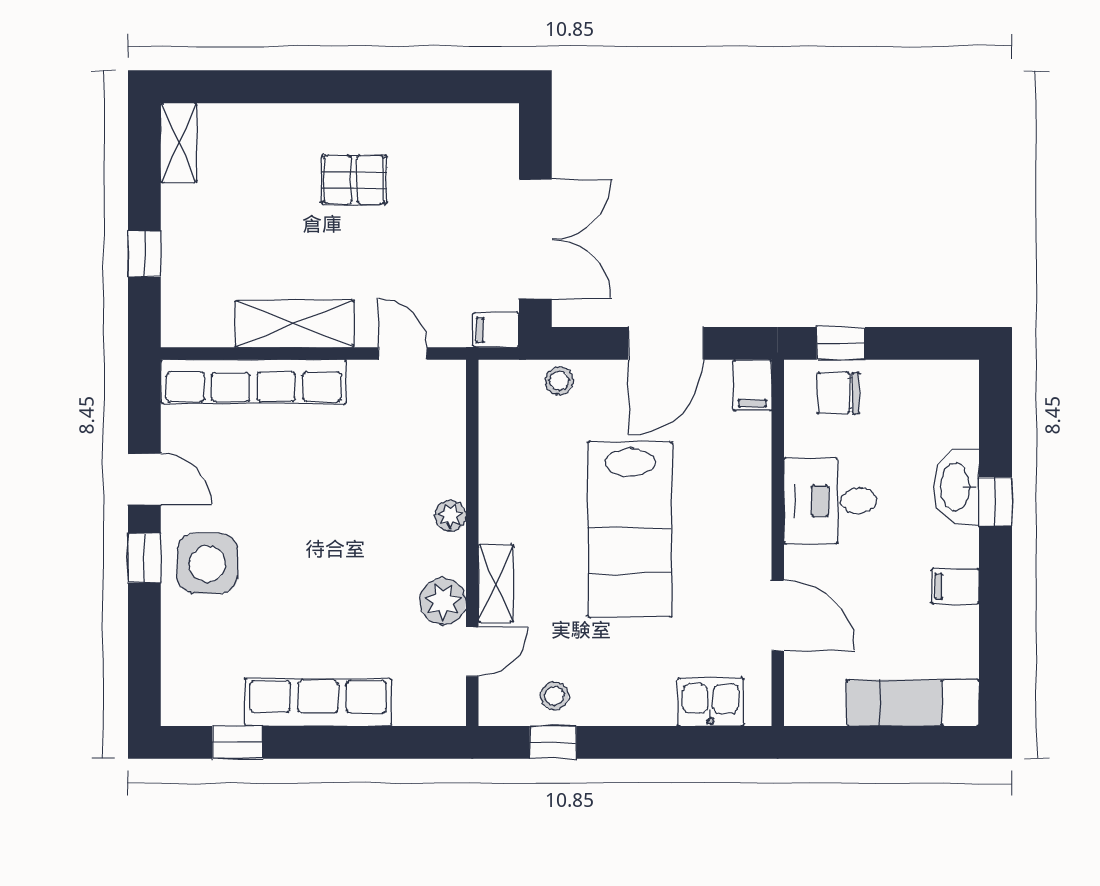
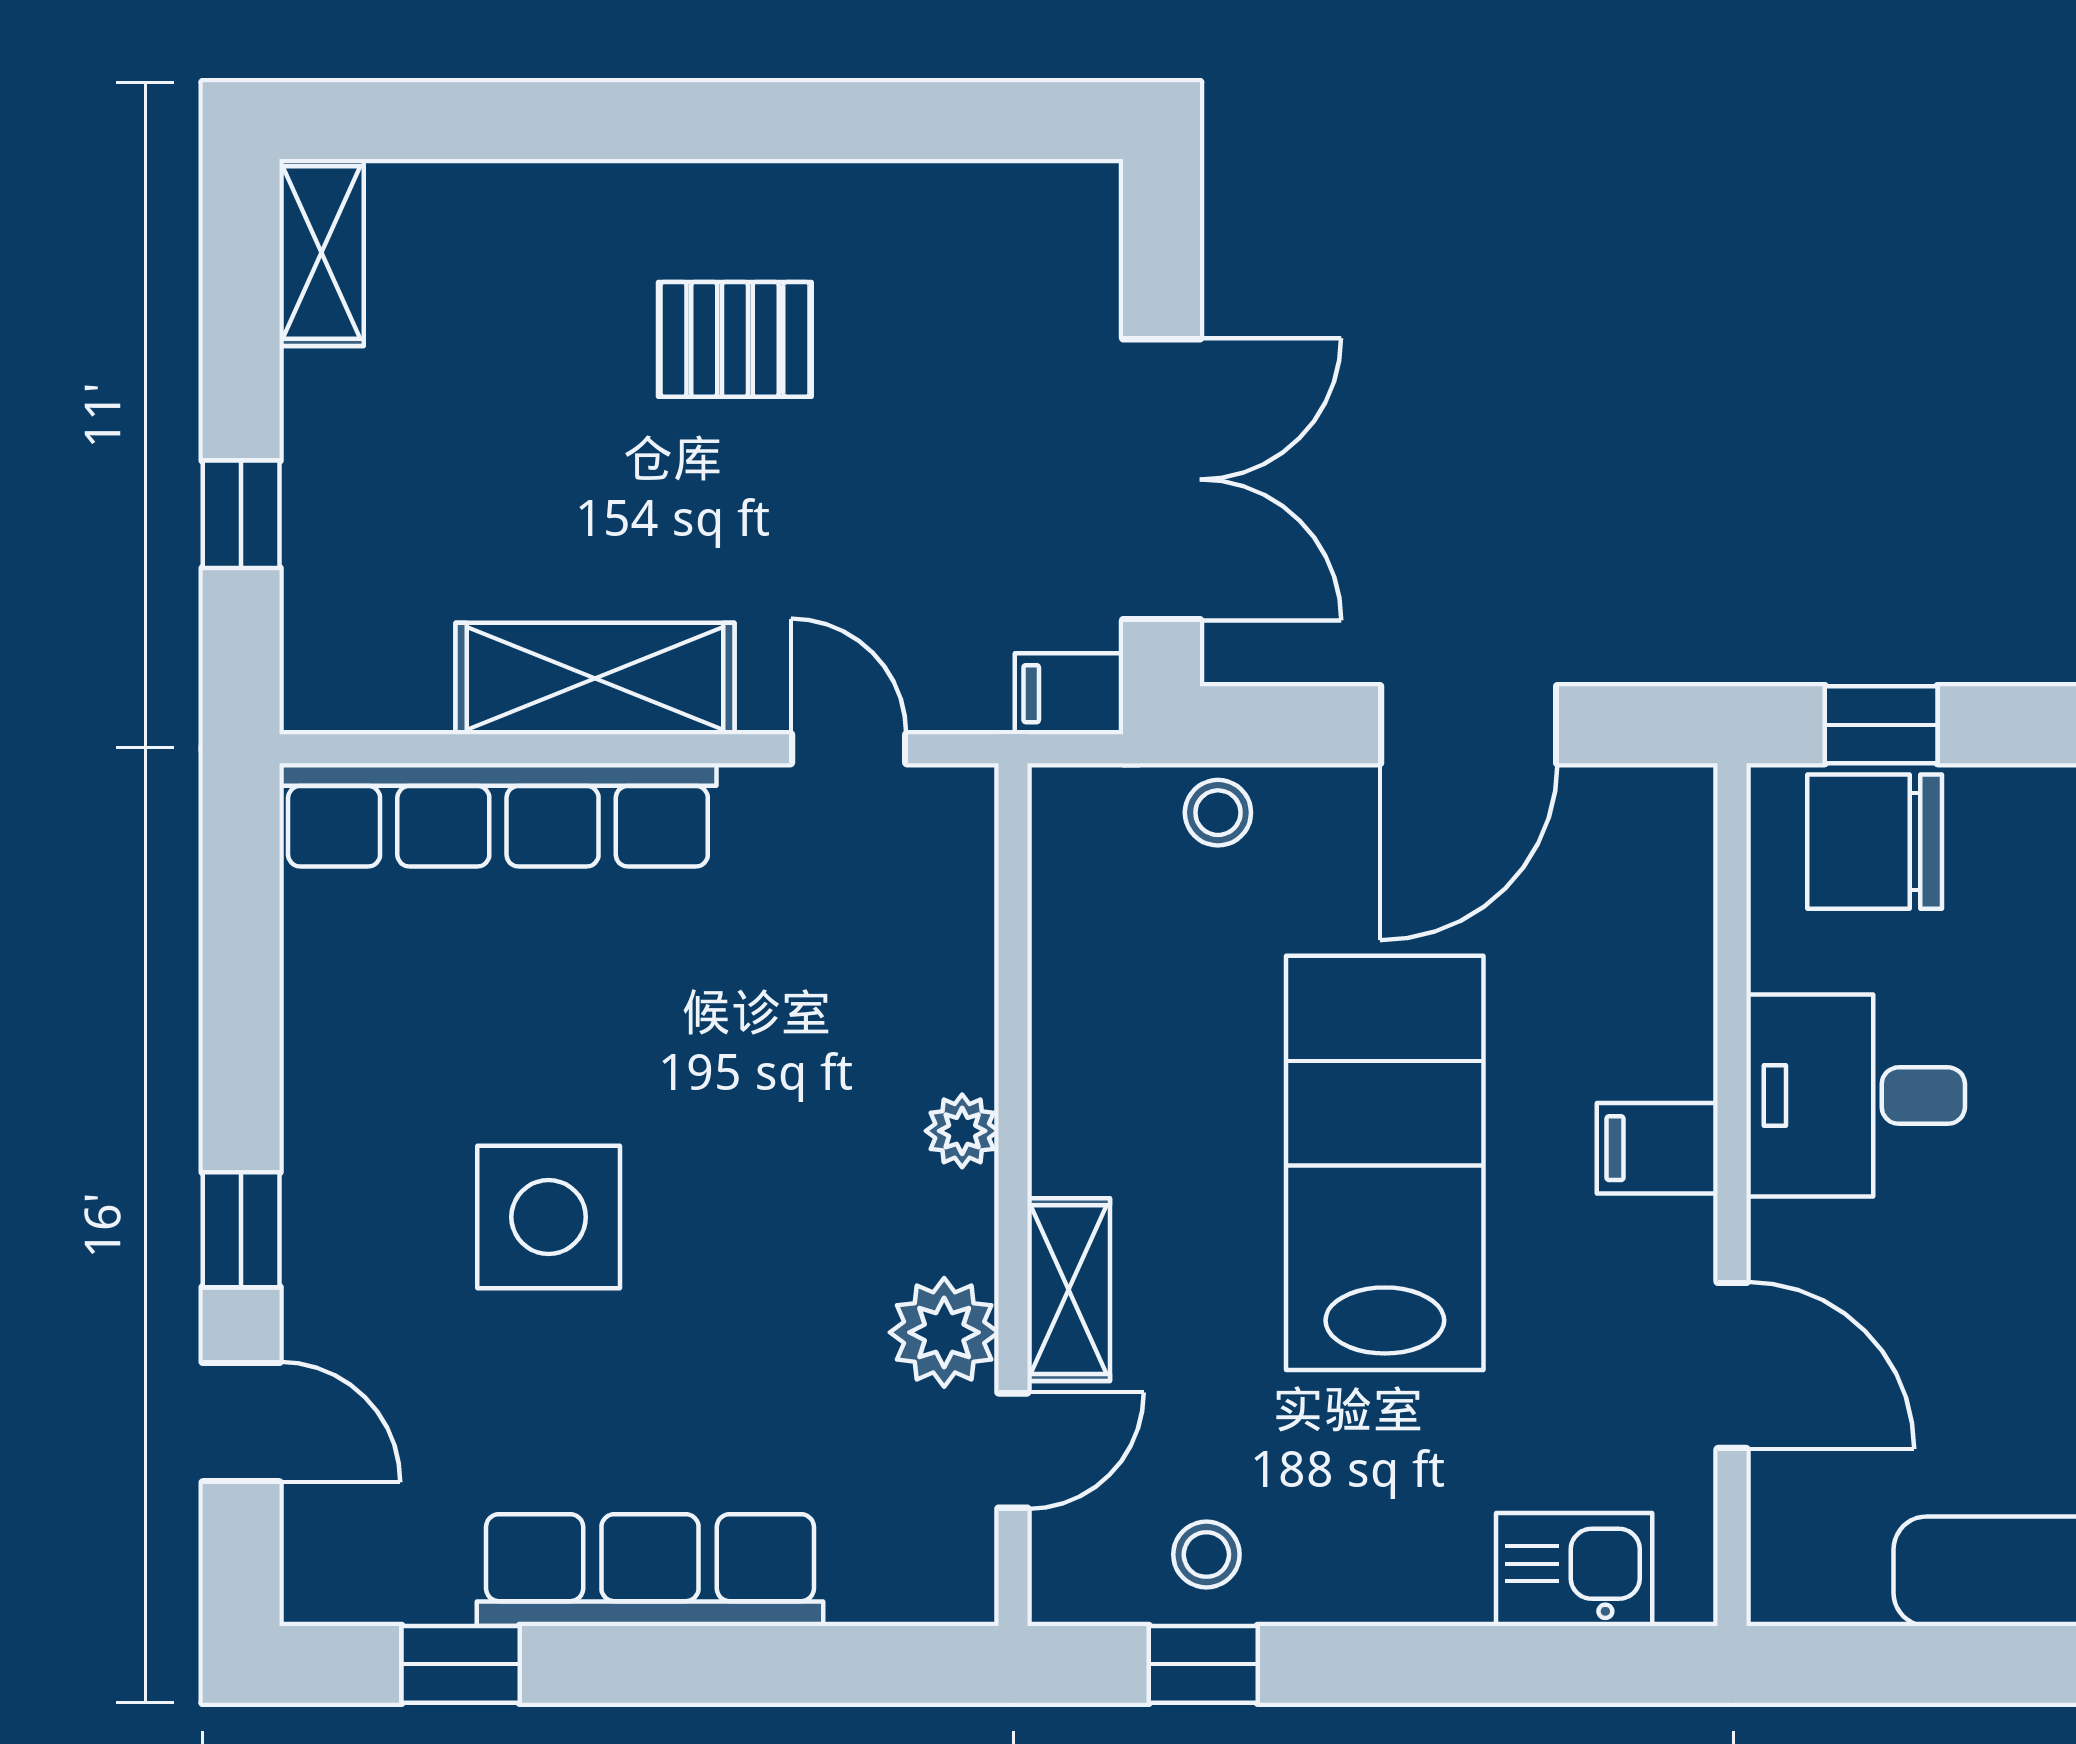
filing cabinet: (752, 385) -> (1657, 1148), moved, turned 90
chair: (838, 393) -> (1875, 842), width x1.37, depth x1.37
door: (144, 479) -> (241, 1422), moved
lab bench: (630, 529) -> (1385, 1163), turned 180
side table: (207, 564) -> (549, 1217), moved

